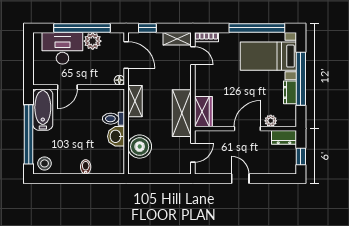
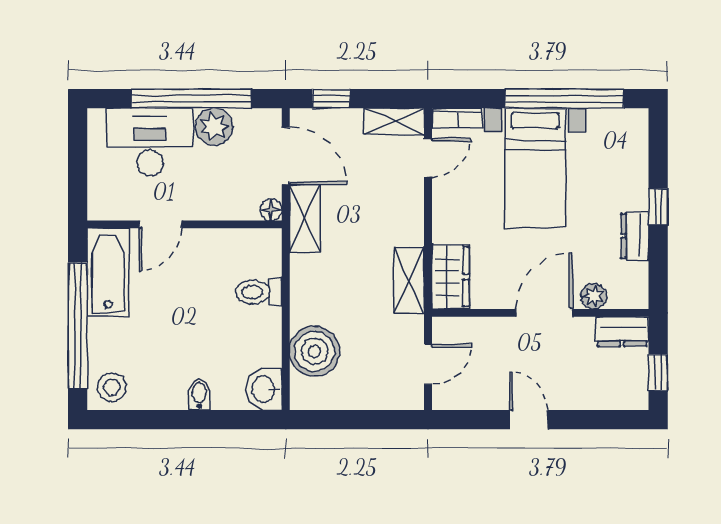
door: (193, 56) -> (428, 158), hinge flipped
bed with nightstands: (268, 56) -> (535, 168), moved, turned -90
window: (301, 79) -> (658, 207), width x0.32
shelving: (135, 101) -> (305, 219), moved
shelving: (182, 113) -> (409, 280), width x0.67, depth x0.75
washbasin: (116, 136) -> (264, 389), moved

